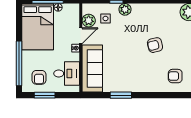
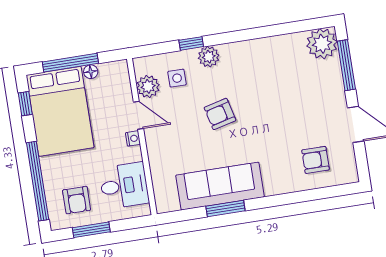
window: (19, 19) -> (25, 104), added
door: (81, 36) -> (138, 115), hinge flipped
armchair: (155, 45) -> (220, 114), moved
sofa: (92, 69) -> (220, 186), moved, turned -90

